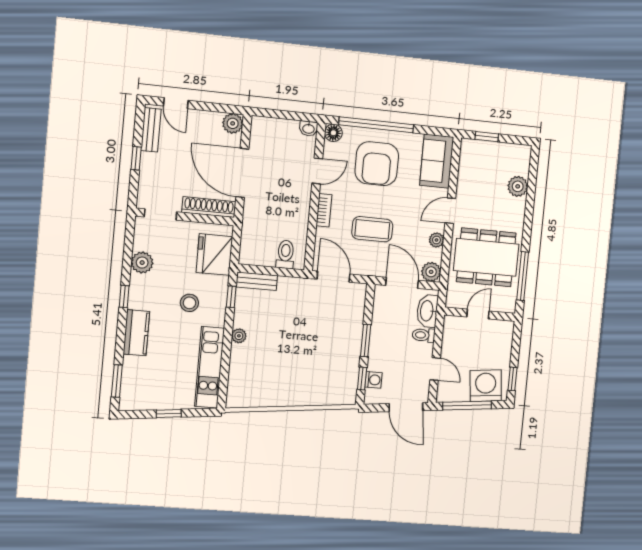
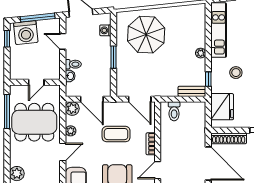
washbasin: (427, 311) -> (70, 76), width x0.52, depth x0.69
parasol: (316, 369) -> (146, 35), added
window: (362, 378) -> (113, 31), removed

